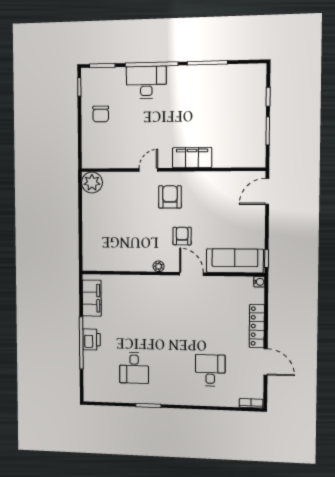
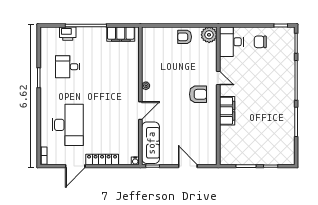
desk: (146, 82) -> (231, 42), moved, turned 180
door: (267, 191) -> (188, 166), moved
armchair: (182, 236) -> (185, 37), moved, turned 180
printer: (91, 339) -> (68, 34), moved
desk: (210, 370) -> (68, 125), width x1.87, depth x1.30

